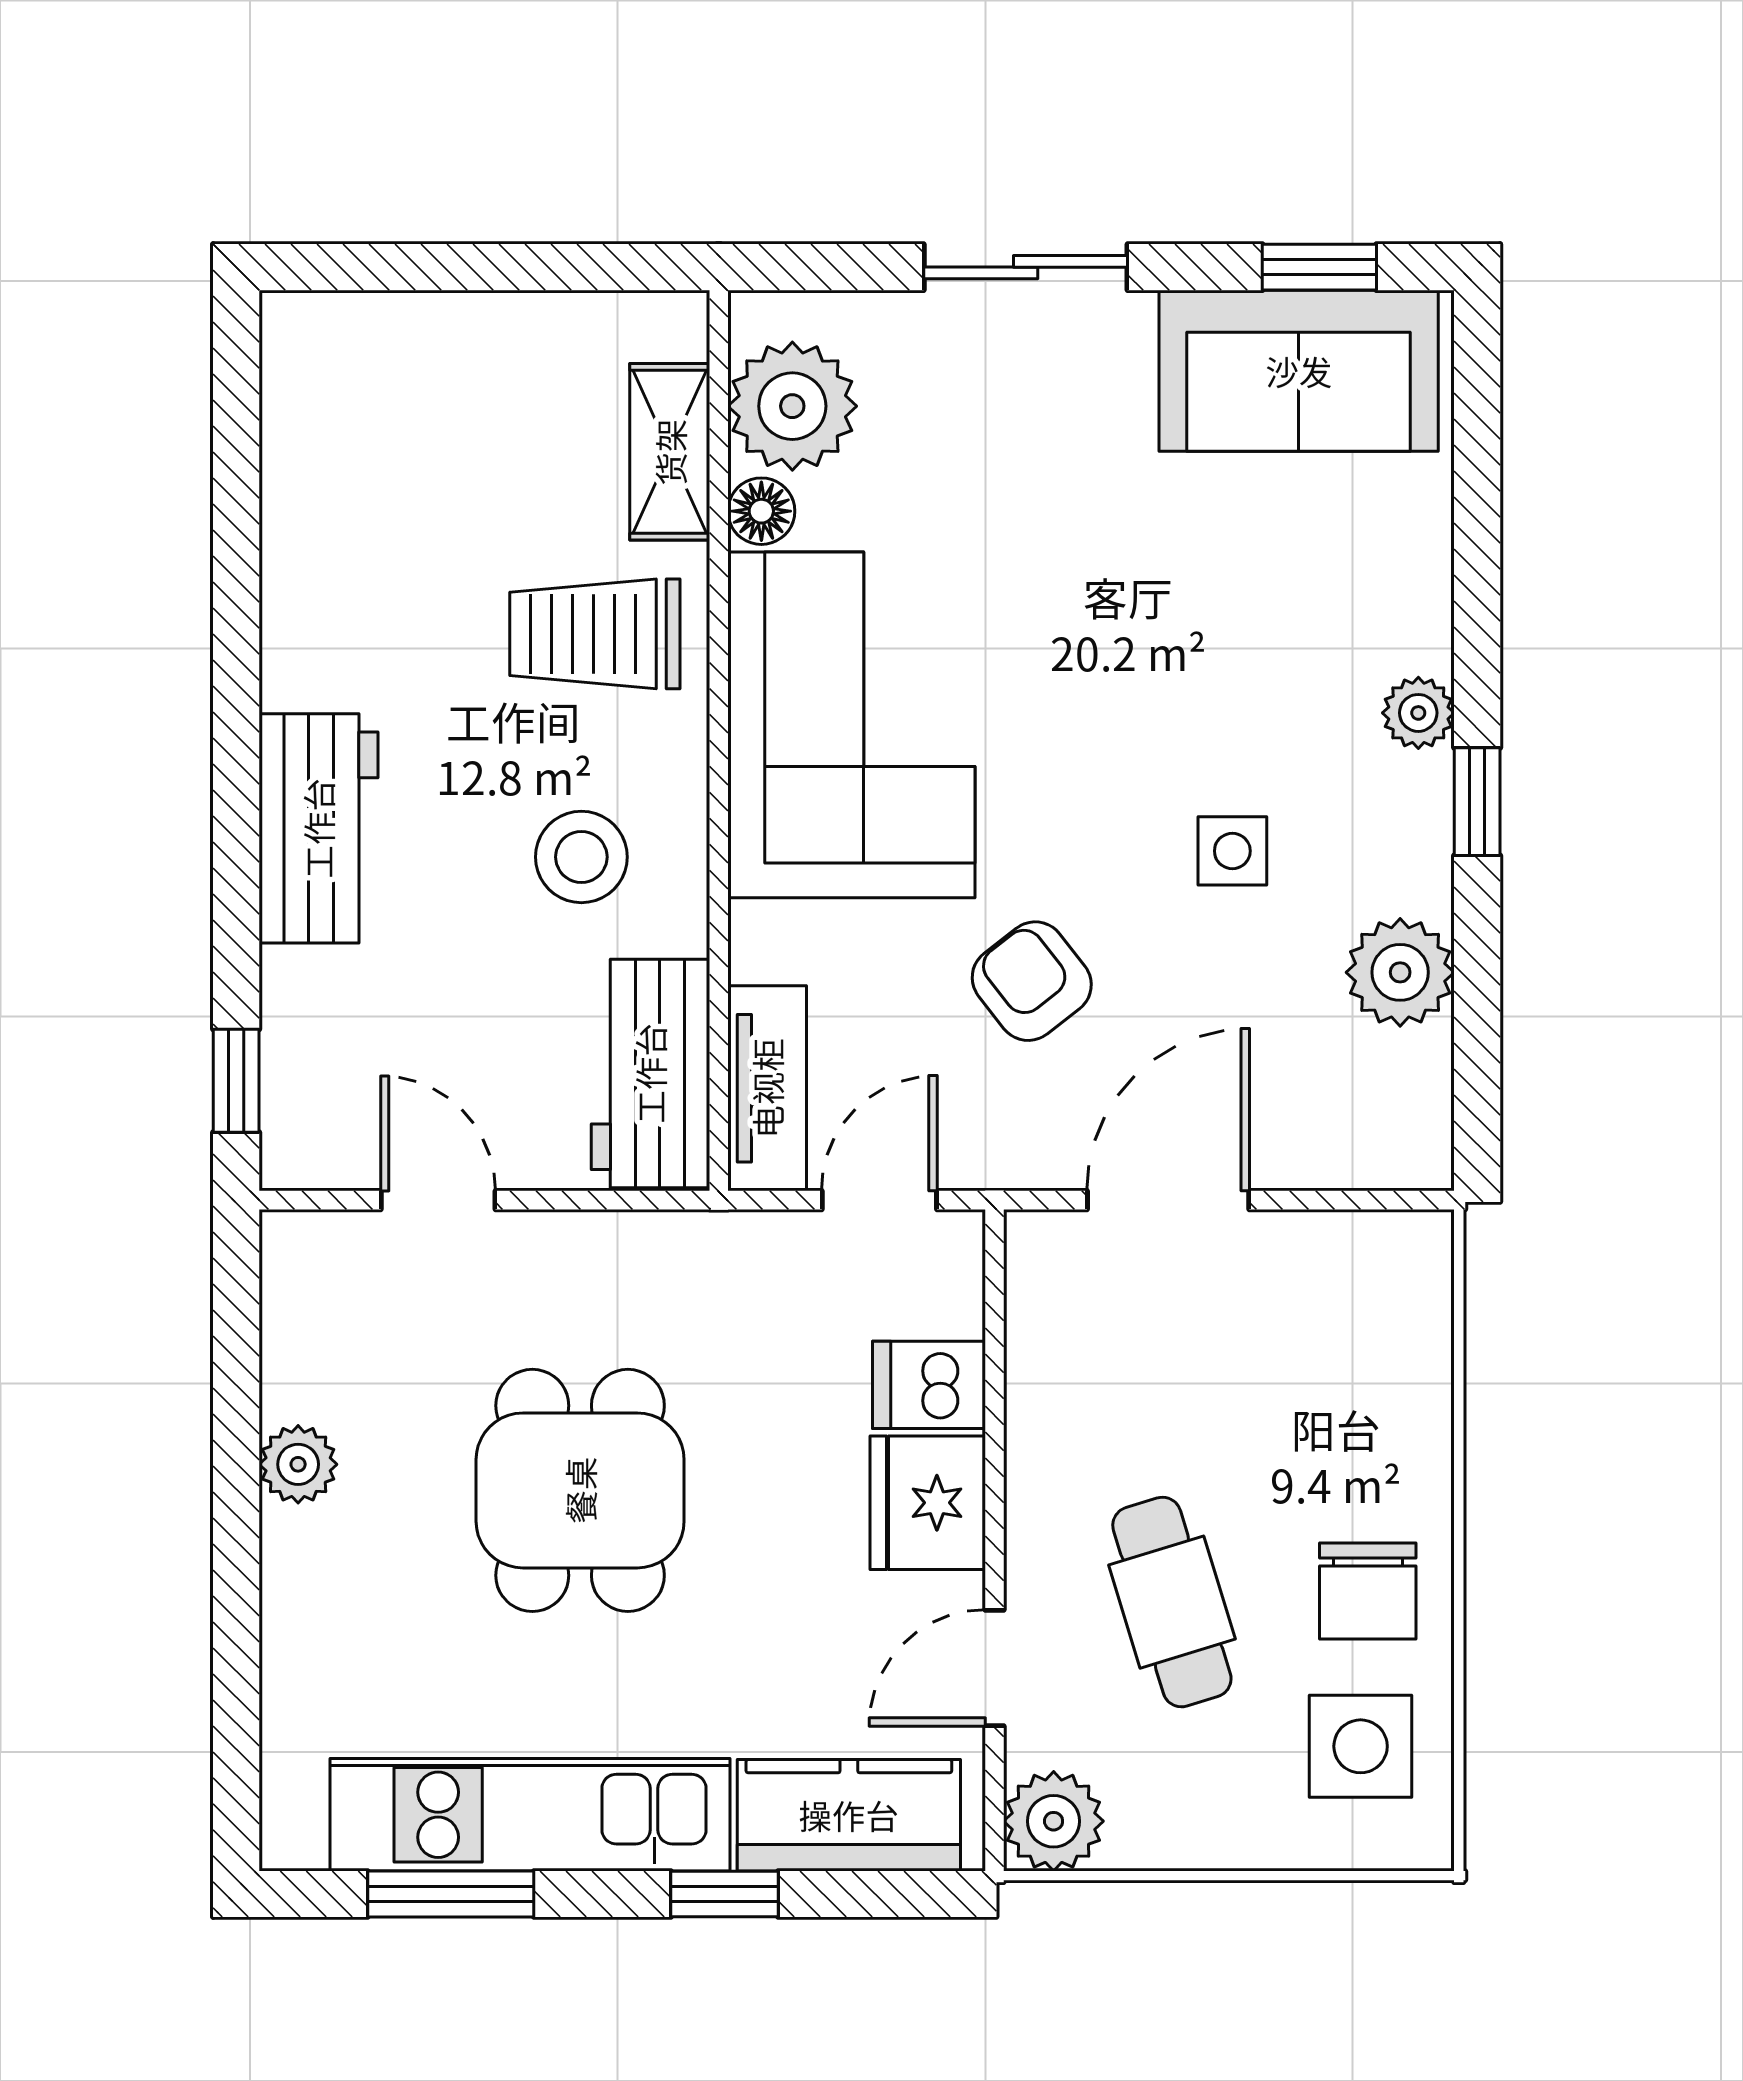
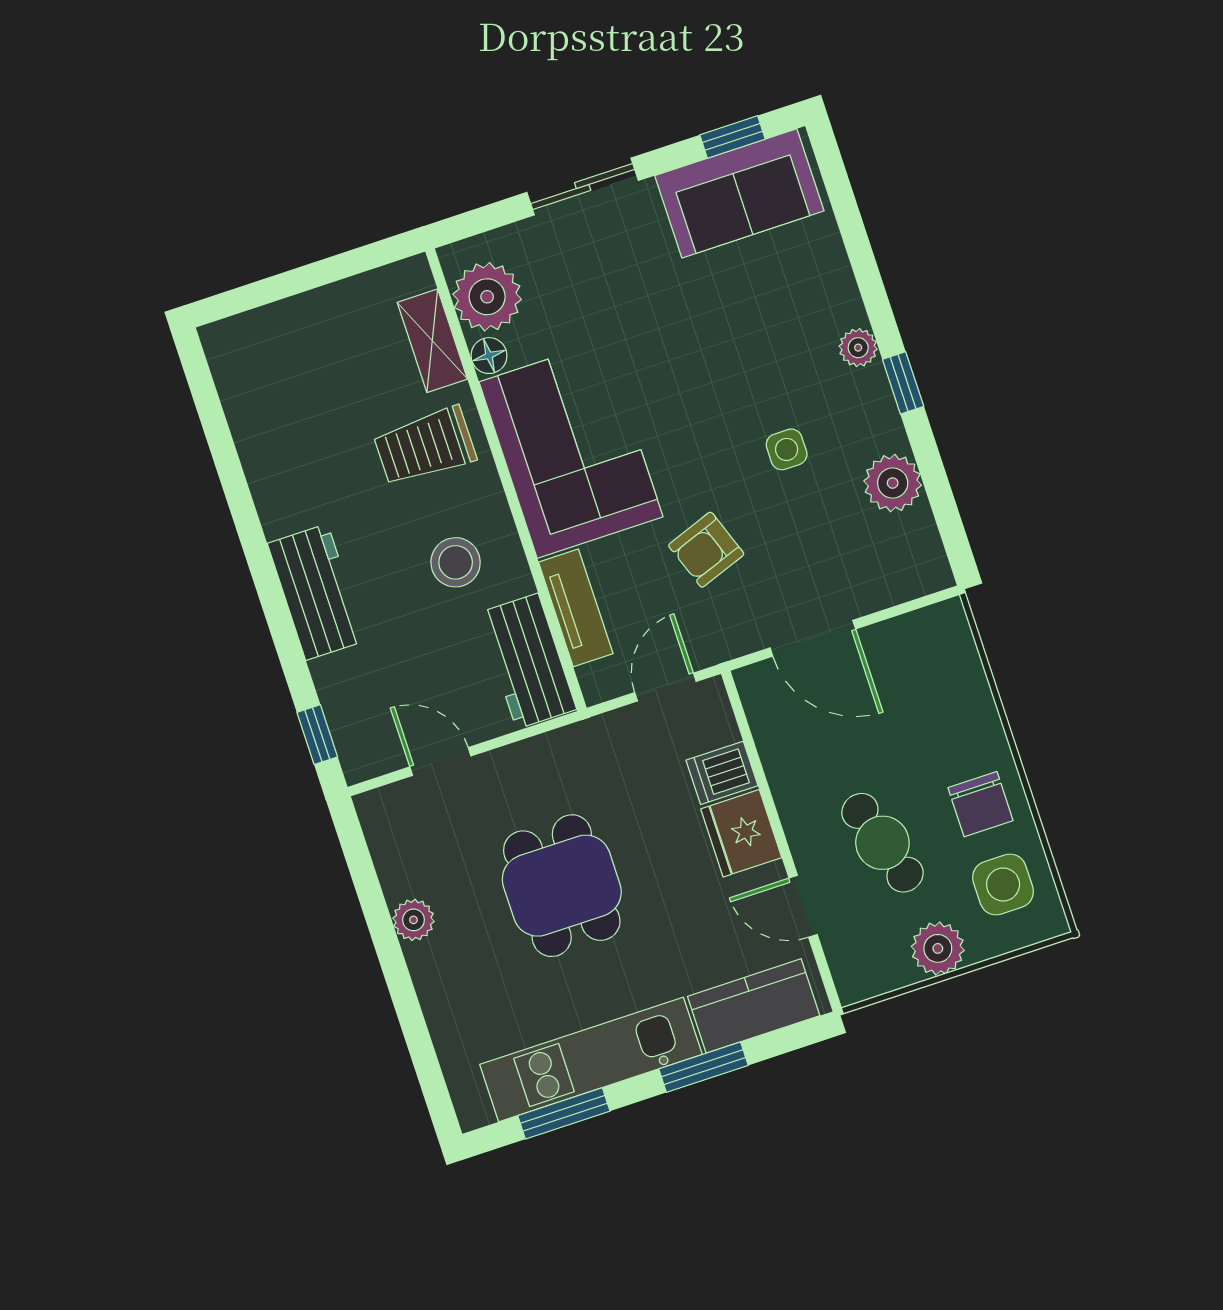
armchair: (1032, 981) -> (706, 550), turned -72
tv unit: (767, 1088) -> (576, 608), moved
door: (1168, 1200) -> (813, 638), swing flipped
door: (995, 1668) -> (803, 906), hinge flipped
plant: (1054, 1821) -> (938, 948), moved
window: (725, 1894) -> (704, 1067), width x1.50

